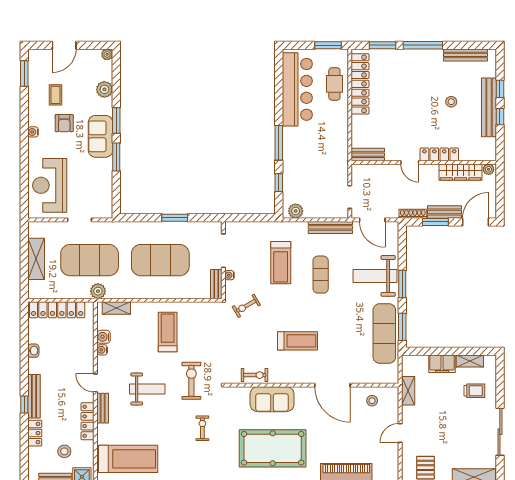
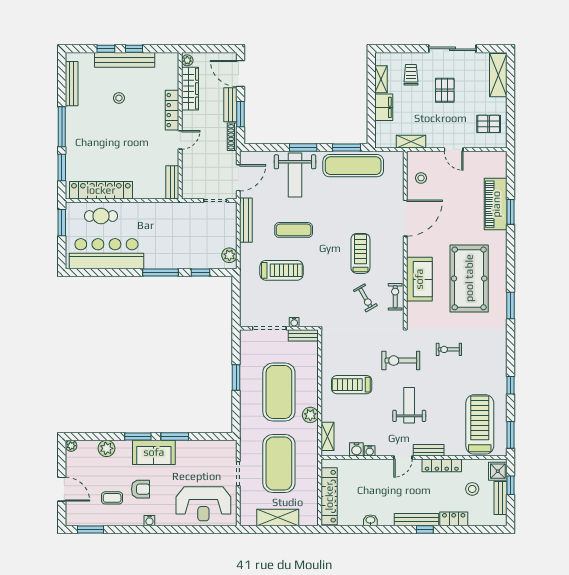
plant: (98, 291) -> (310, 415), moved
exercise bike: (246, 306) -> (365, 298), moved
pallet: (459, 424) -> (445, 90), added

